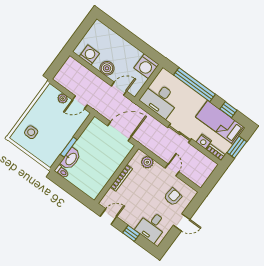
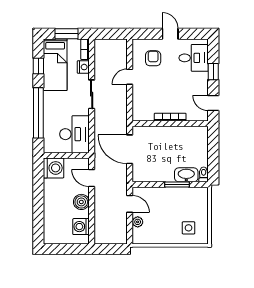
plant: (147, 162) -> (139, 104), removed
armchair: (173, 197) -> (153, 58), turned 83

